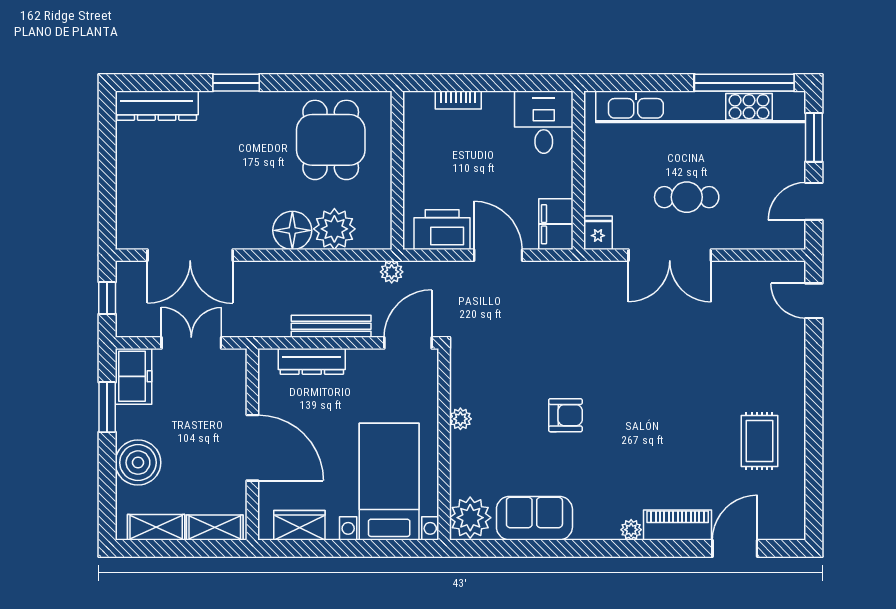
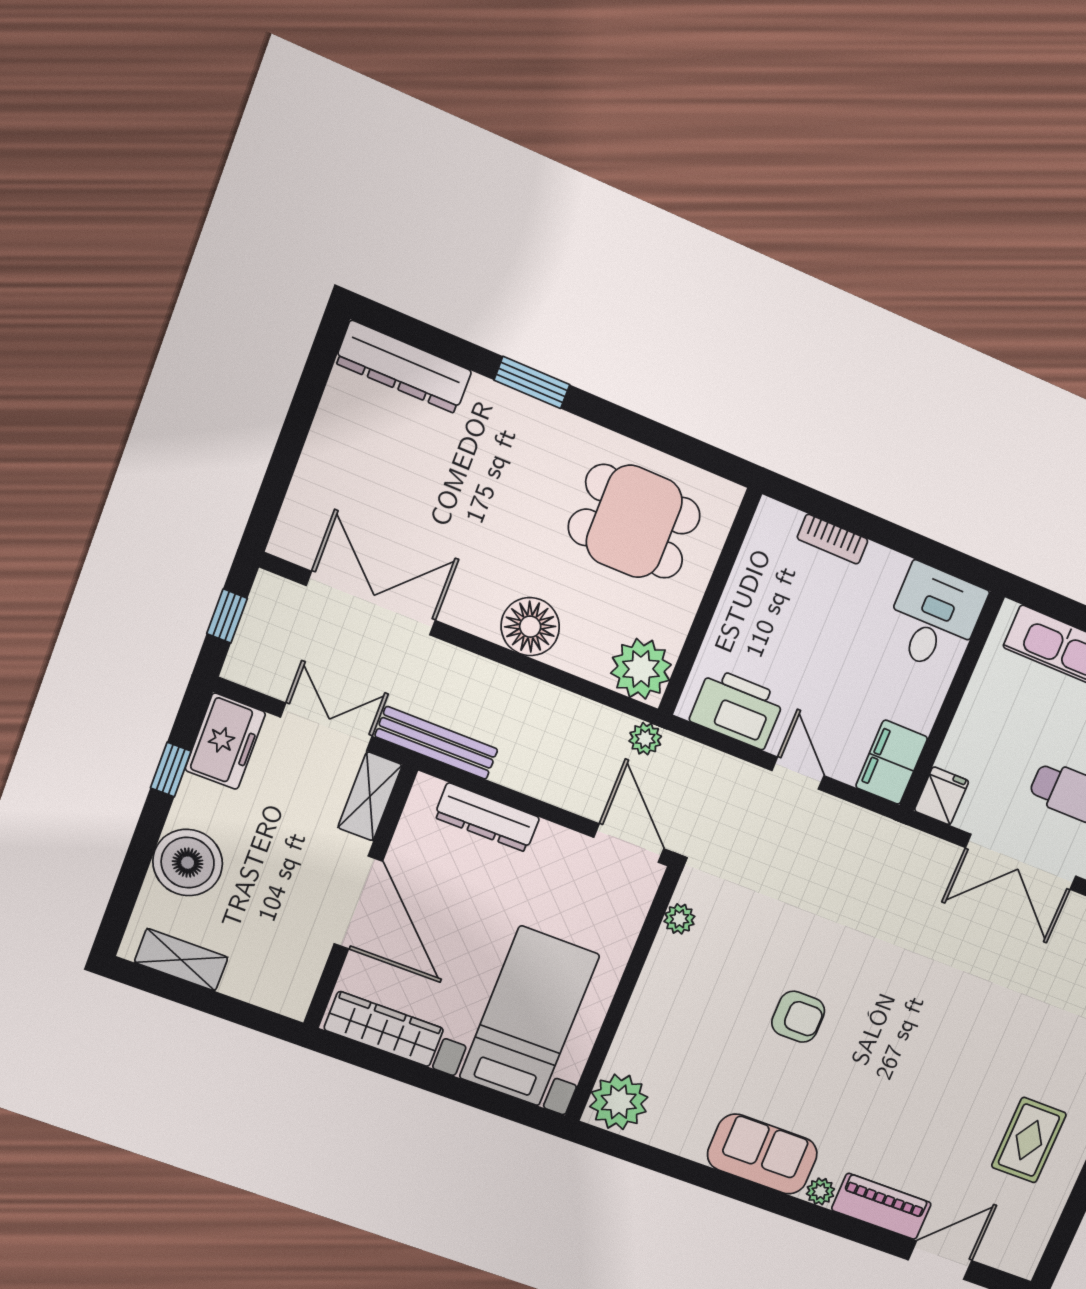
dining table: (331, 140) -> (634, 521), turned 90
plant: (334, 229) -> (641, 669), moved
double door: (190, 255) -> (371, 603), swing flipped
door: (498, 255) -> (798, 773), width x0.73
bench: (331, 326) -> (436, 743), moved
door: (408, 343) -> (629, 843), hinge flipped
window: (107, 407) -> (171, 770), width x0.67
plant: (460, 419) -> (679, 919), moved
sofa: (534, 518) -> (762, 1154), moved
wardrobe: (299, 525) -> (384, 1029), width x1.50
shelving: (215, 527) -> (370, 796), moved, turned 90

